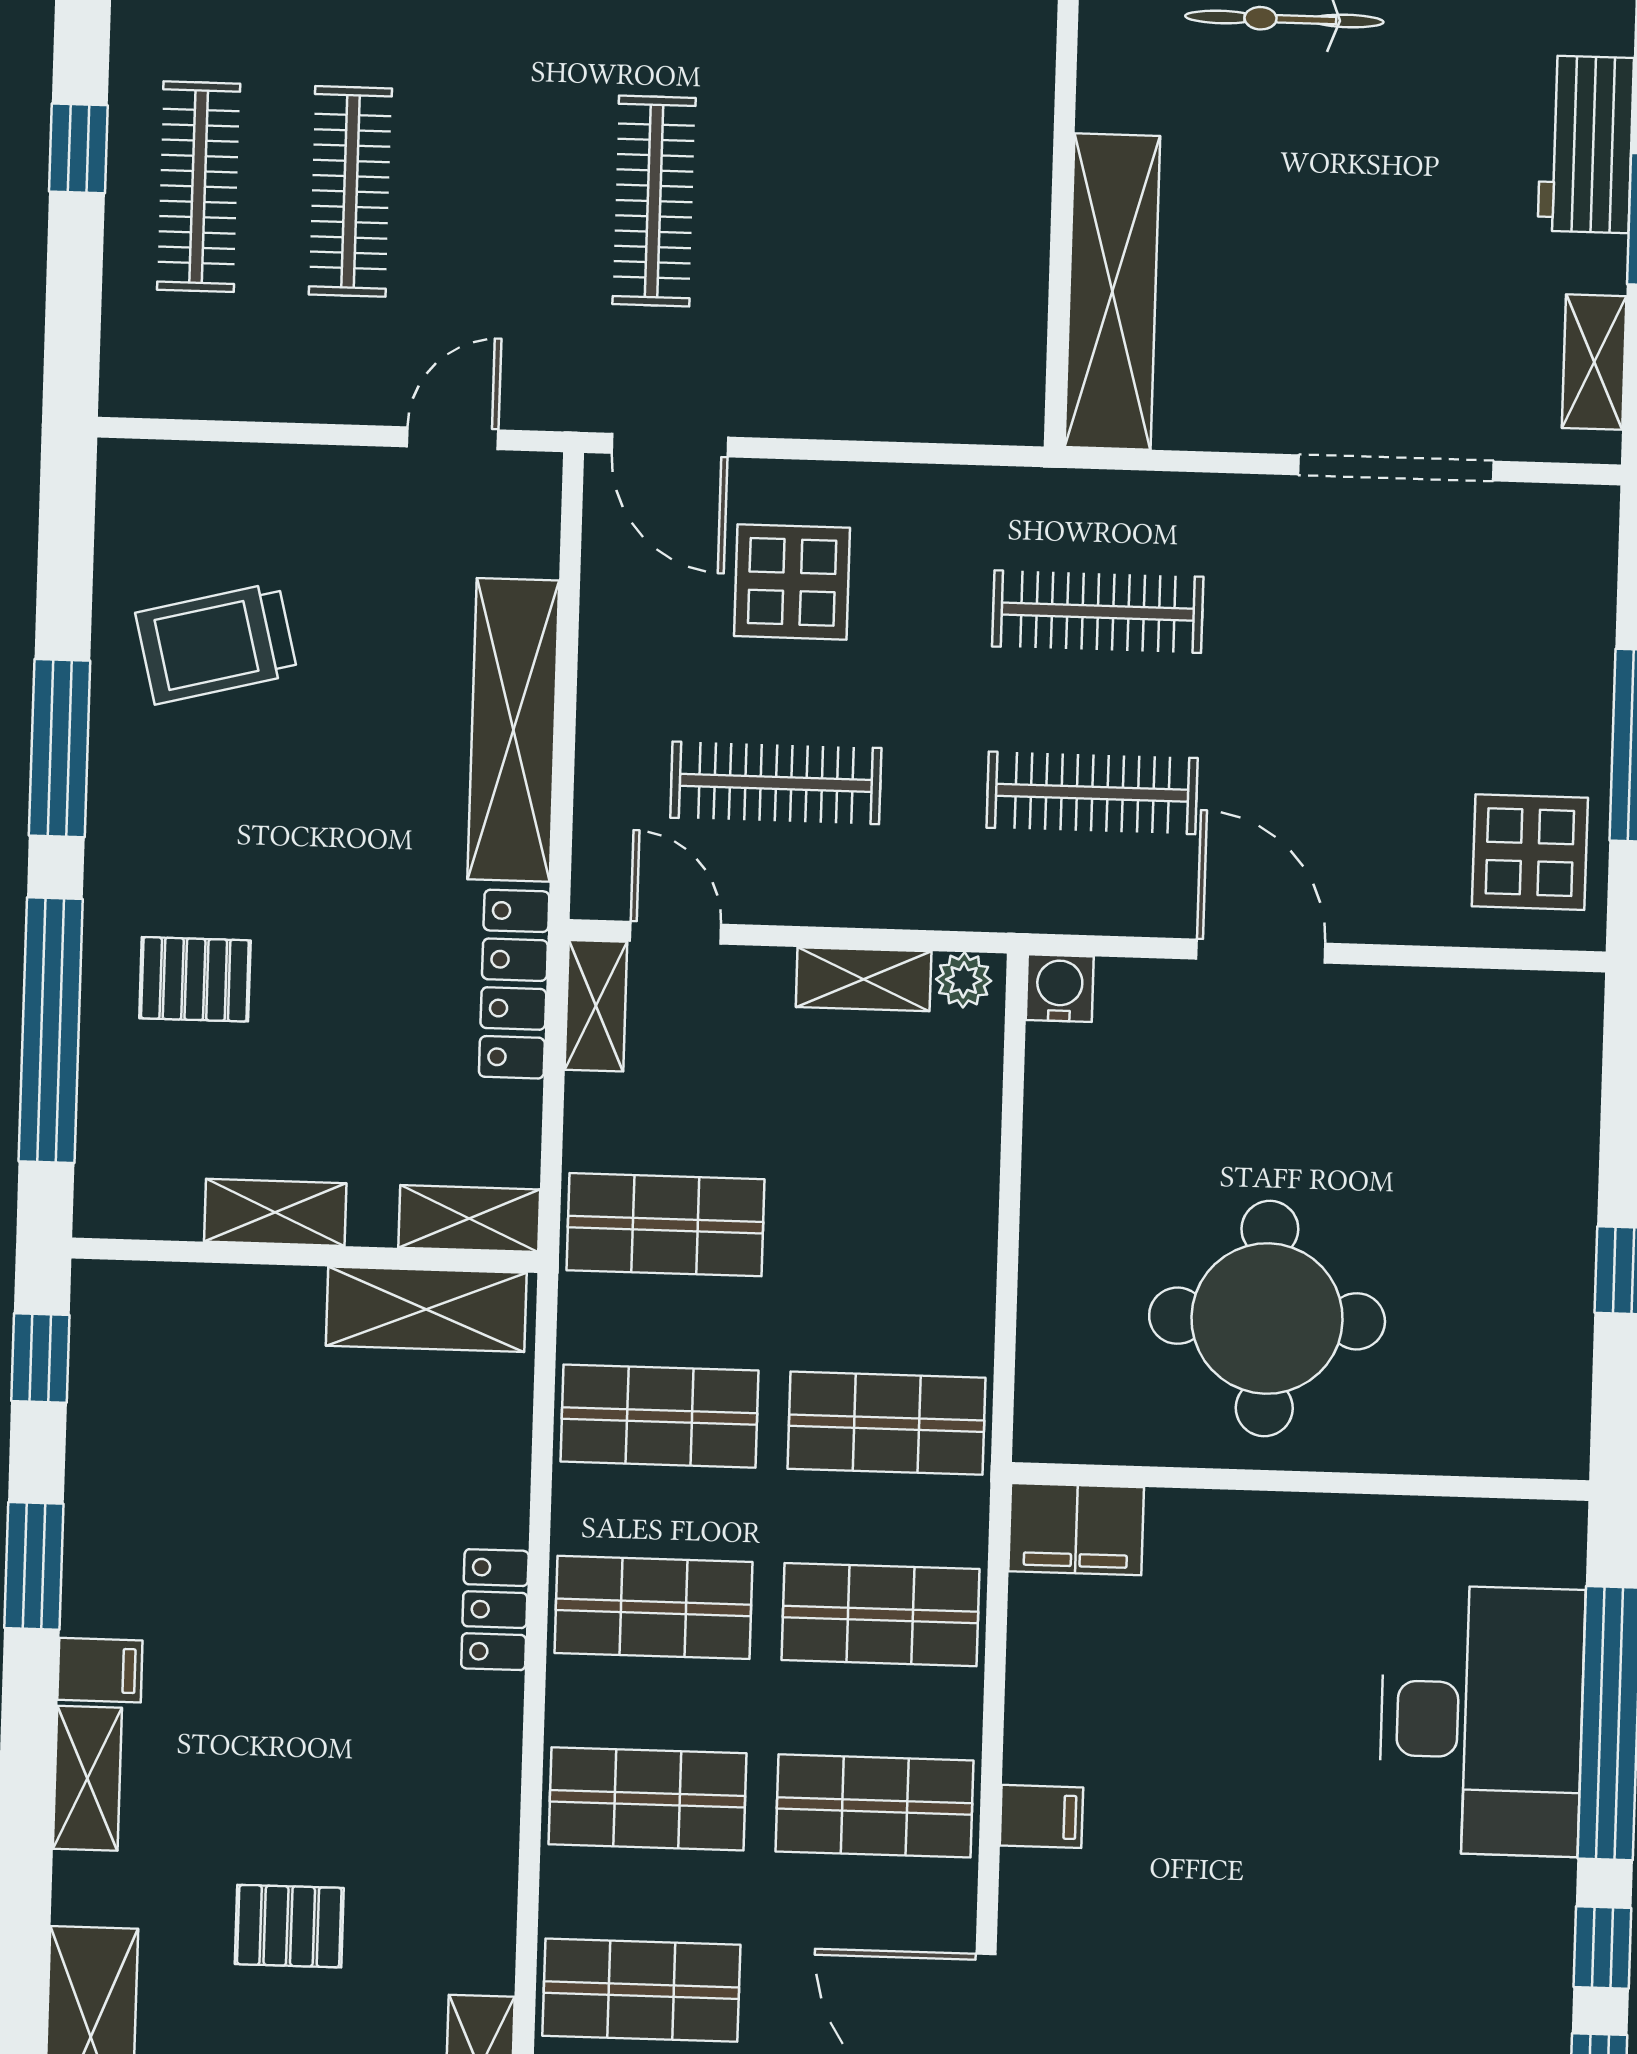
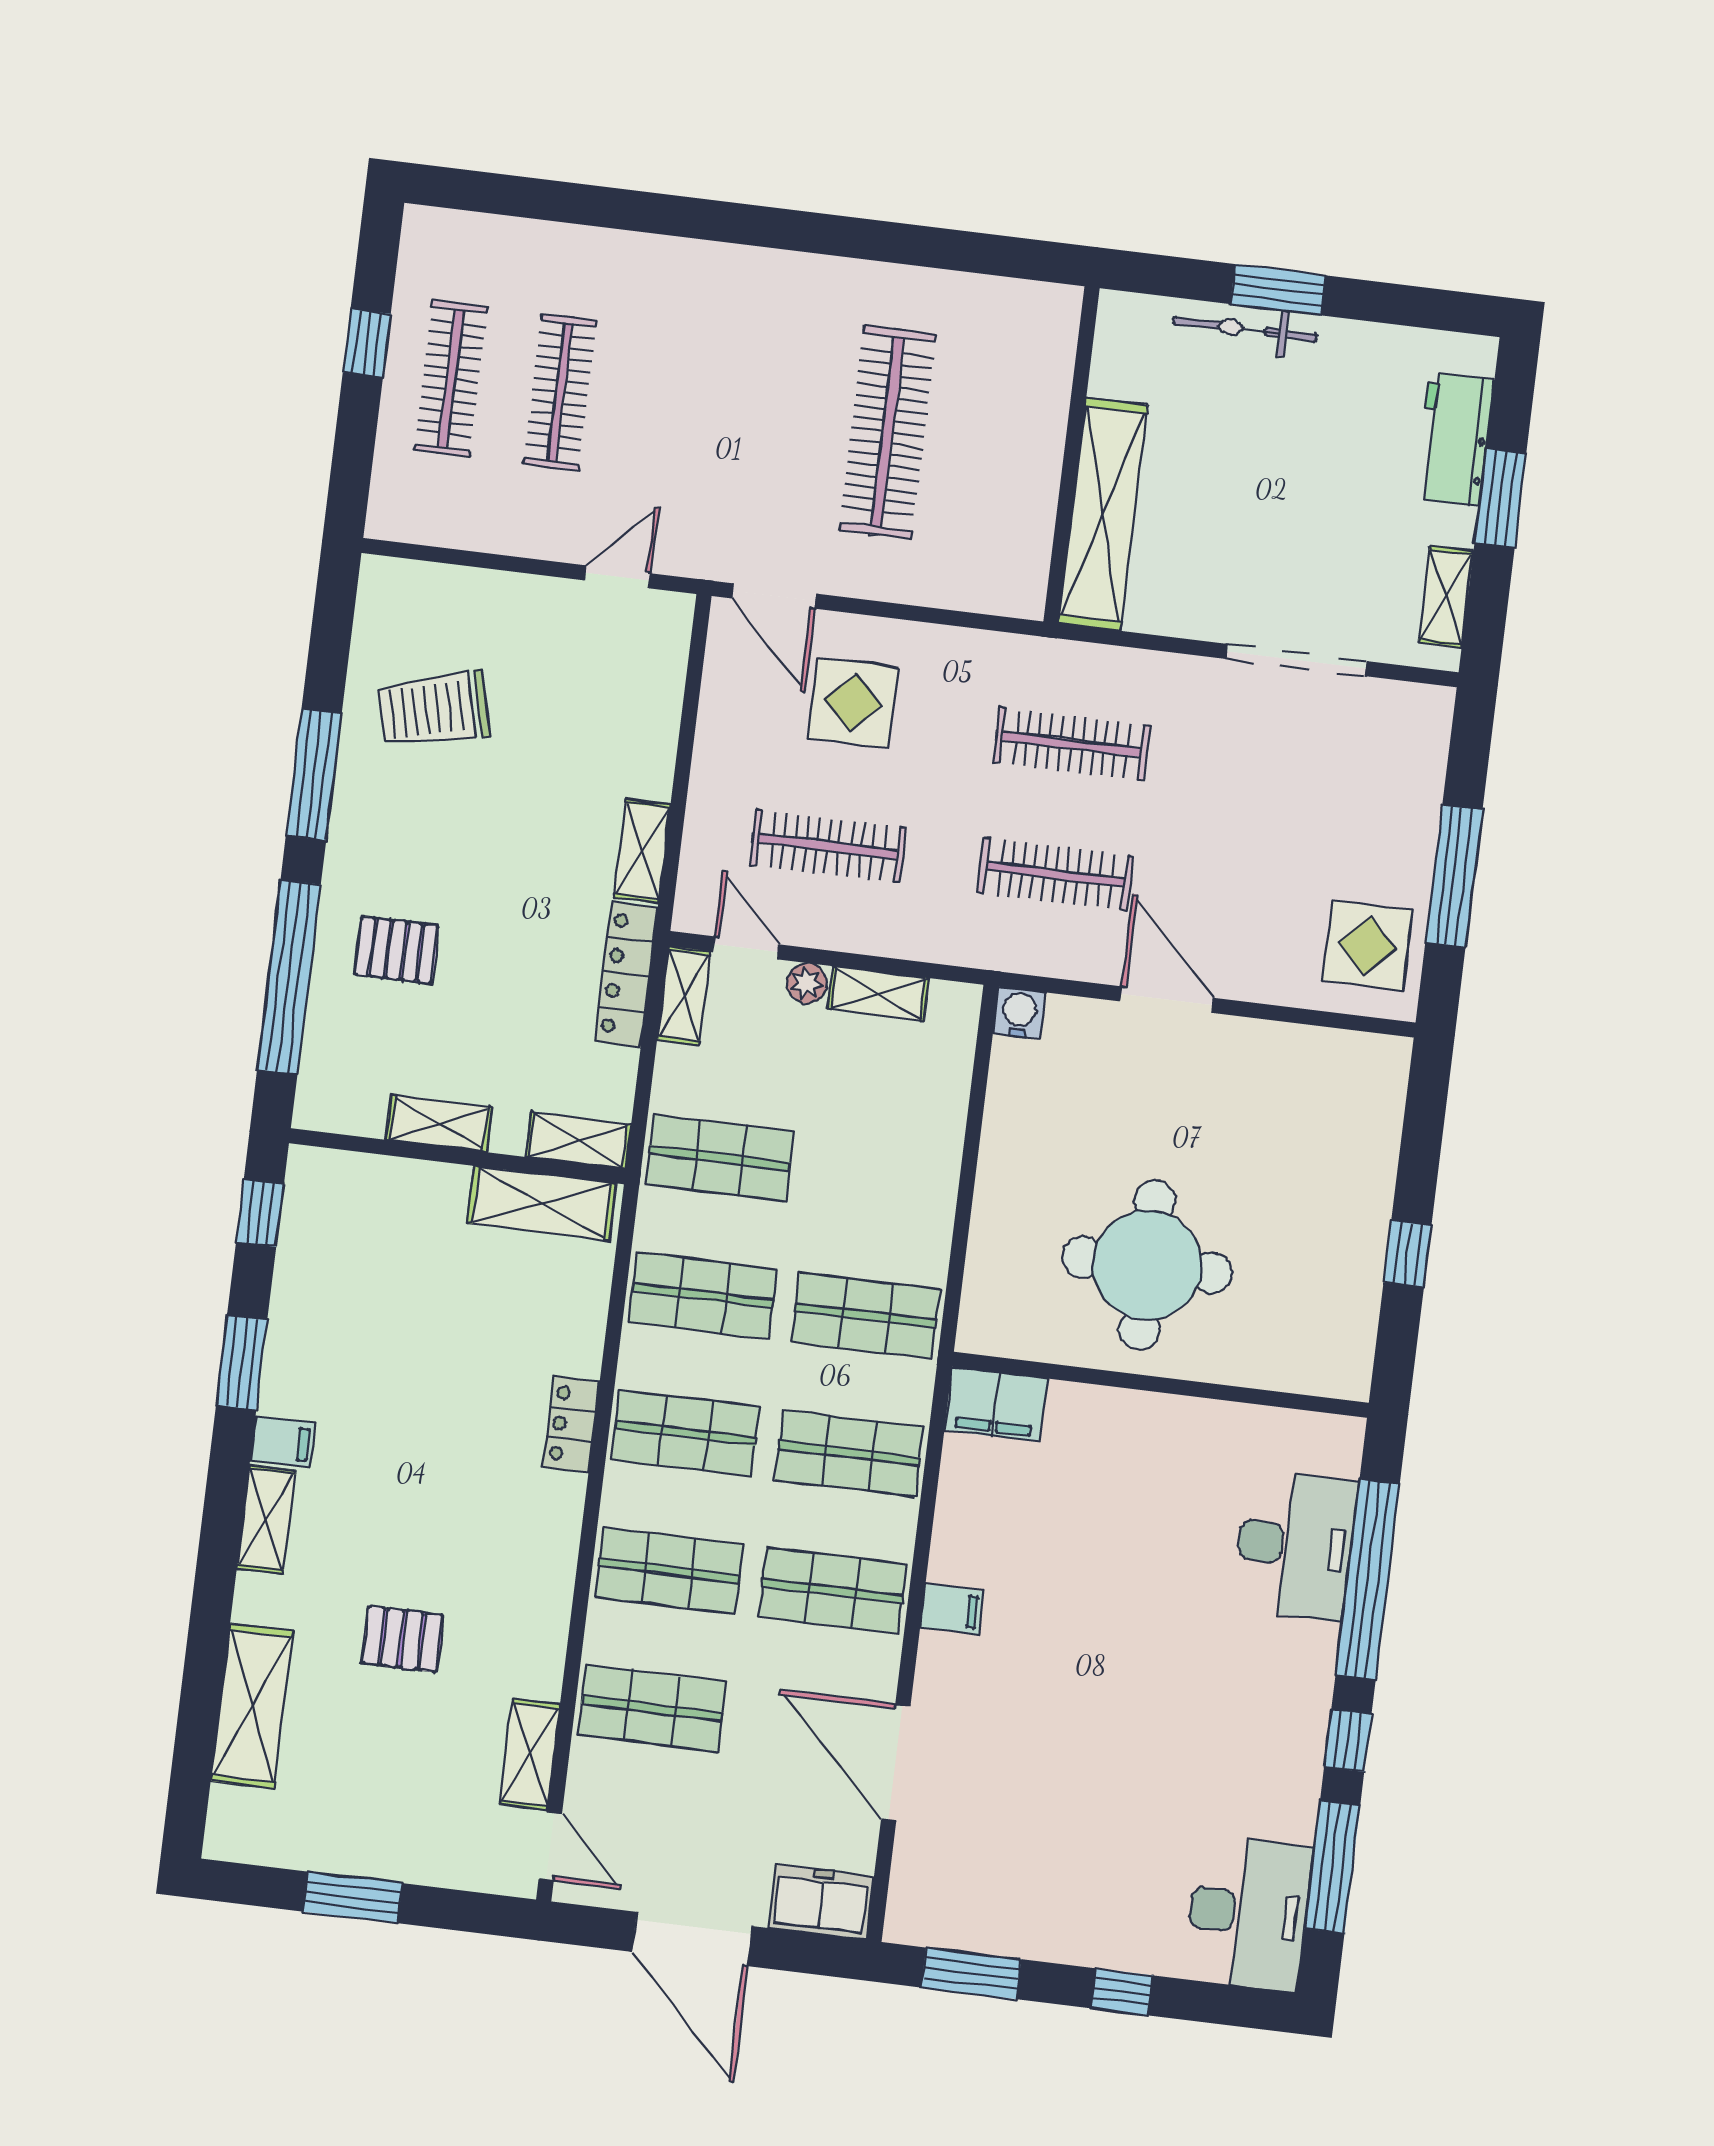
clothes rail: (654, 201) -> (888, 432), moved, width x1.37, depth x1.31
shelving: (513, 730) -> (642, 851), width x0.45, depth x0.75
plant: (964, 980) -> (807, 983), moved
desk: (1481, 1720) -> (1295, 1545), width x0.73, depth x0.77

